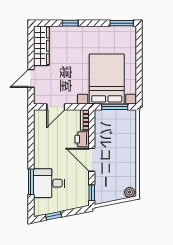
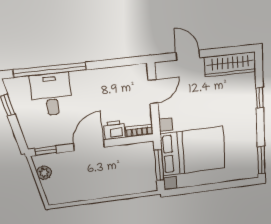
door: (56, 107) -> (153, 92), swing flipped
window: (31, 182) -> (50, 70), width x2.11
plant: (130, 192) -> (44, 173), moved

